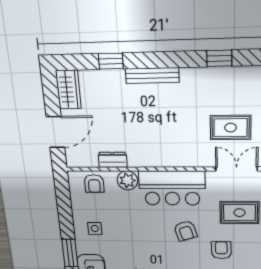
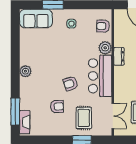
dresser: (113, 160) -> (119, 56), moved

